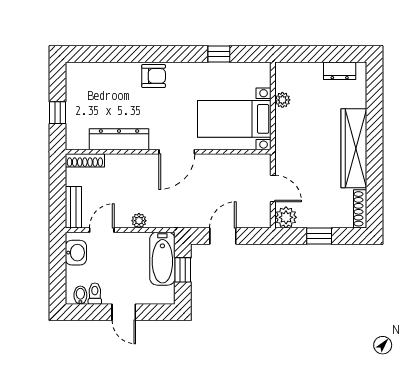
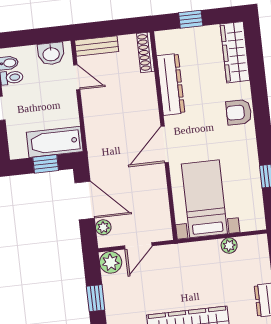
wardrobe: (95, 73) -> (235, 52), added
armchair: (154, 76) -> (239, 112), turned 90
door: (177, 152) -> (165, 144), hinge flipped
plant: (139, 221) -> (103, 227), moved
door: (223, 236) -> (85, 201), width x1.38

